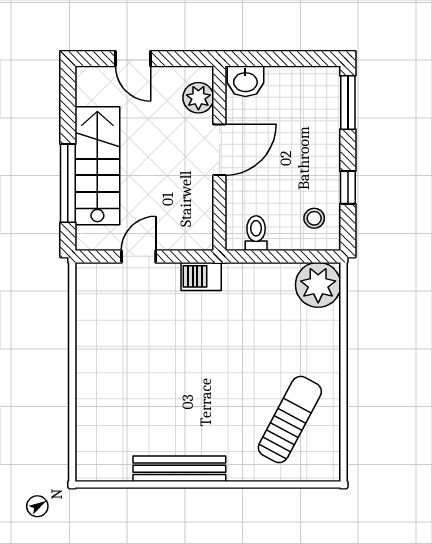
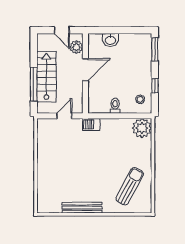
plant: (198, 98) -> (76, 47), moved
door: (219, 150) -> (85, 70), moved
wall: (219, 158) -> (85, 73), moved

